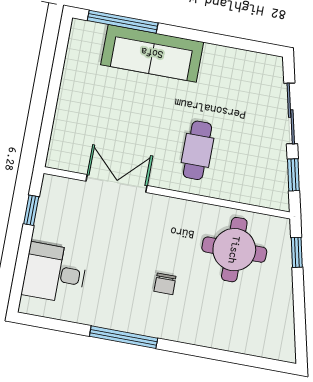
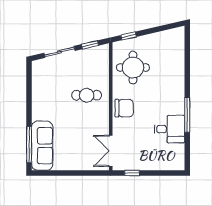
sofa: (152, 53) -> (42, 146), moved
double door: (117, 183) -> (111, 151), moved
desk: (55, 273) -> (170, 129), moved, turned -90
chair: (165, 284) -> (124, 108), moved, width x1.87, depth x1.87

